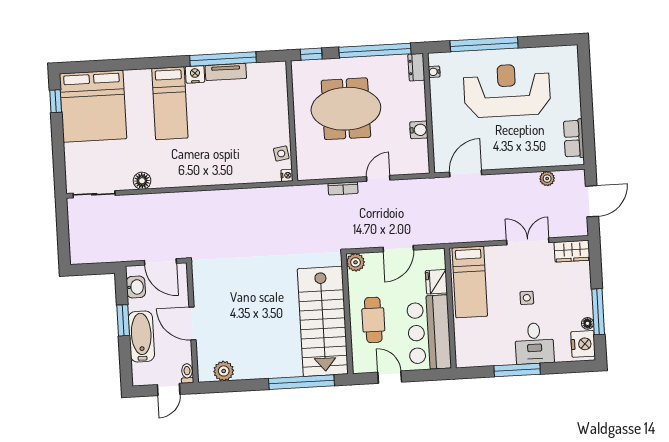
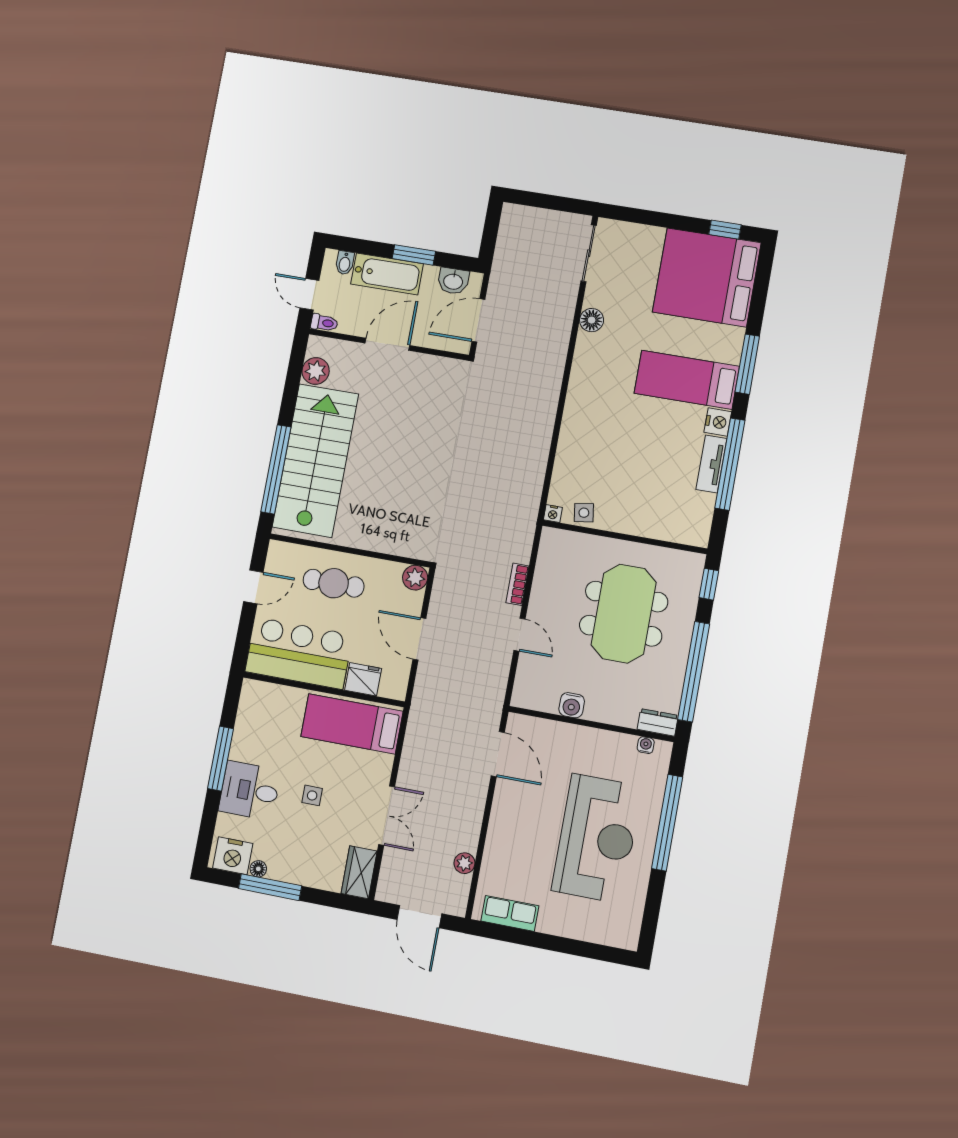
window: (149, 63) -> (747, 364), added
stairs: (323, 321) -> (315, 461), moved, turned 90
bidet: (140, 369) -> (345, 263), added

